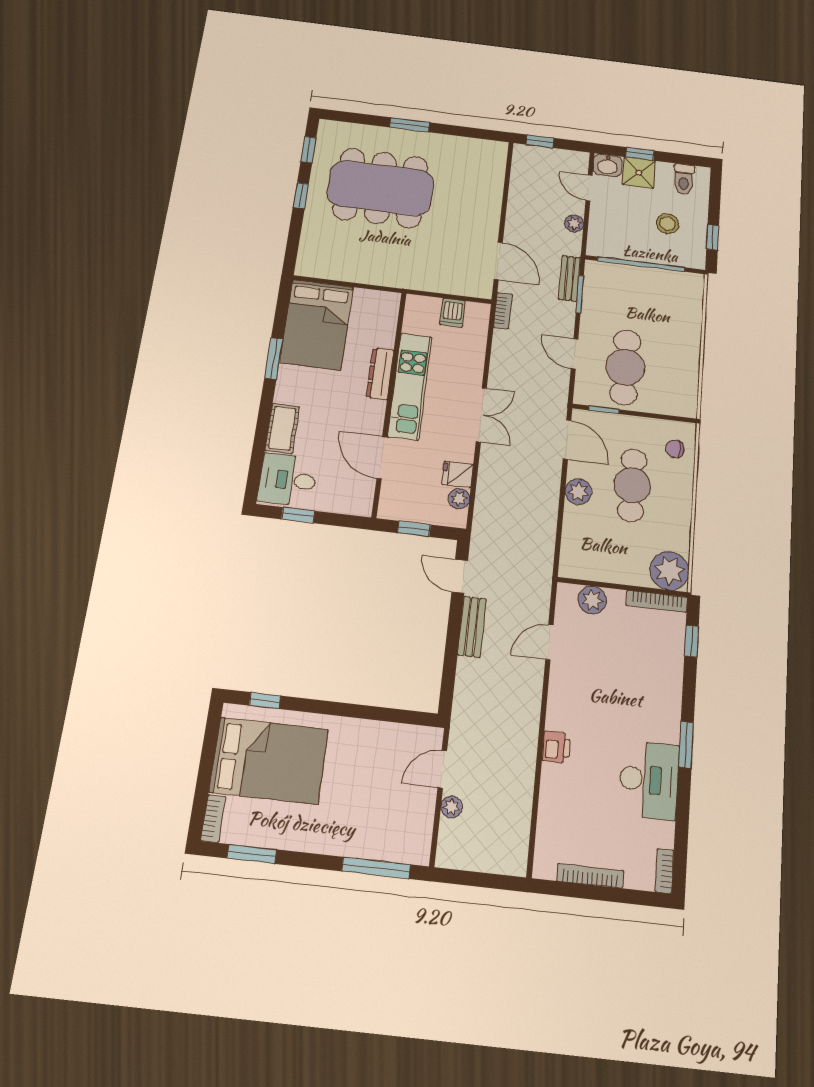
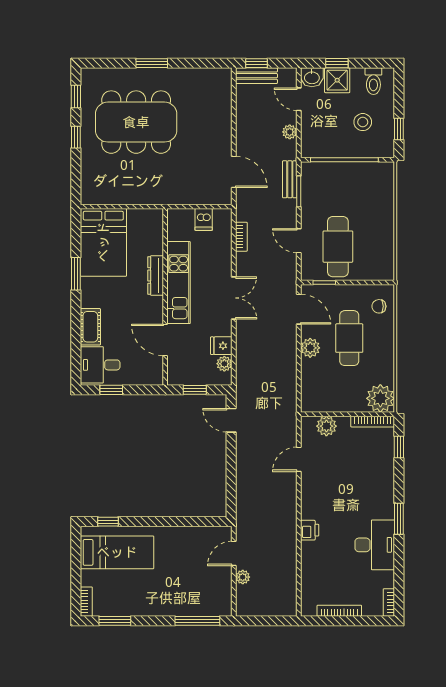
bookcase: (503, 311) -> (241, 237), moved
bench: (472, 627) -> (256, 76), moved, turned 90
bed: (269, 761) -> (117, 552), width x0.67

